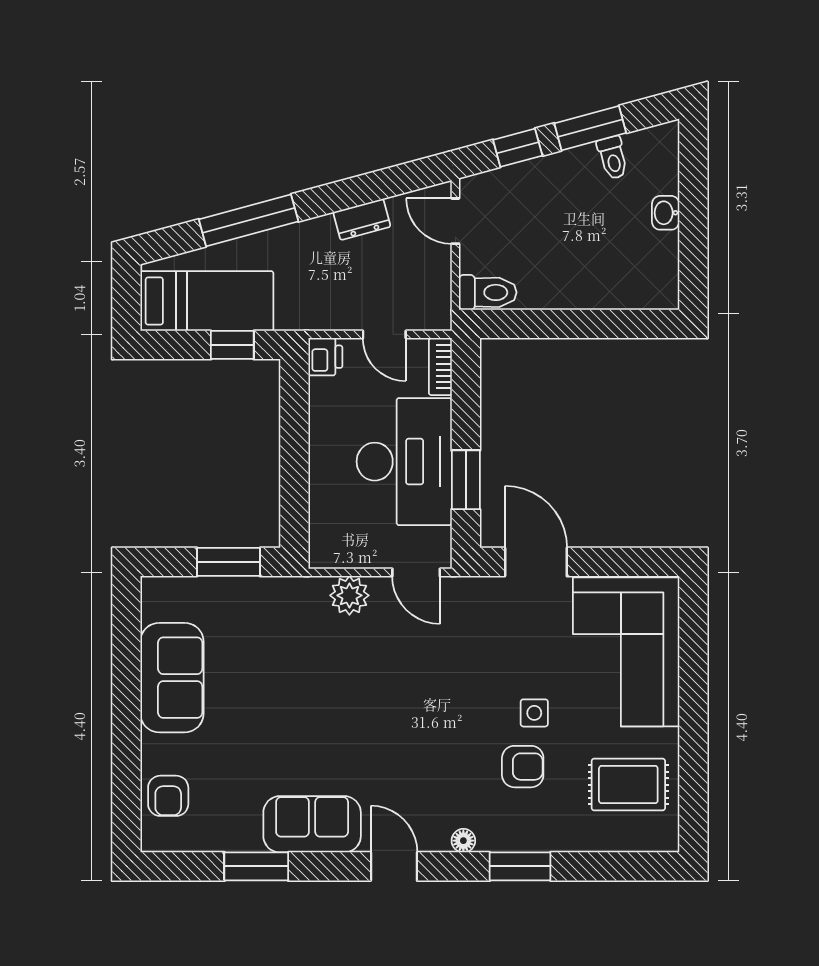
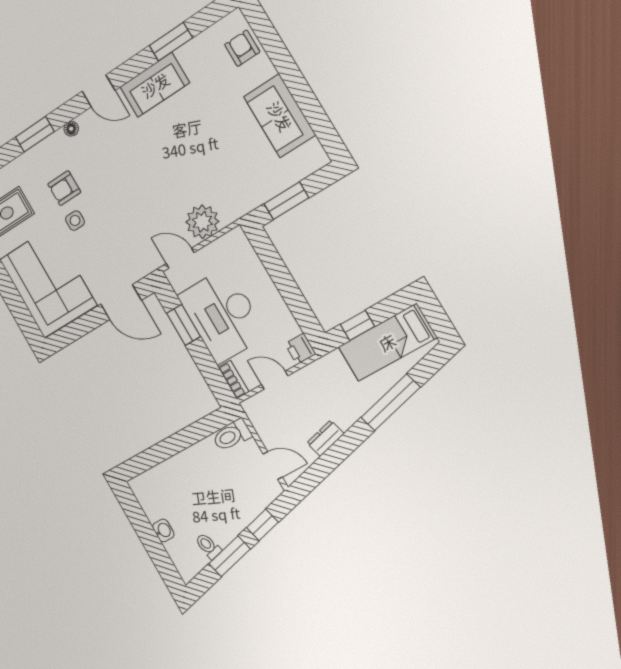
plant: (349, 595) -> (202, 222), width x1.36, depth x1.36

